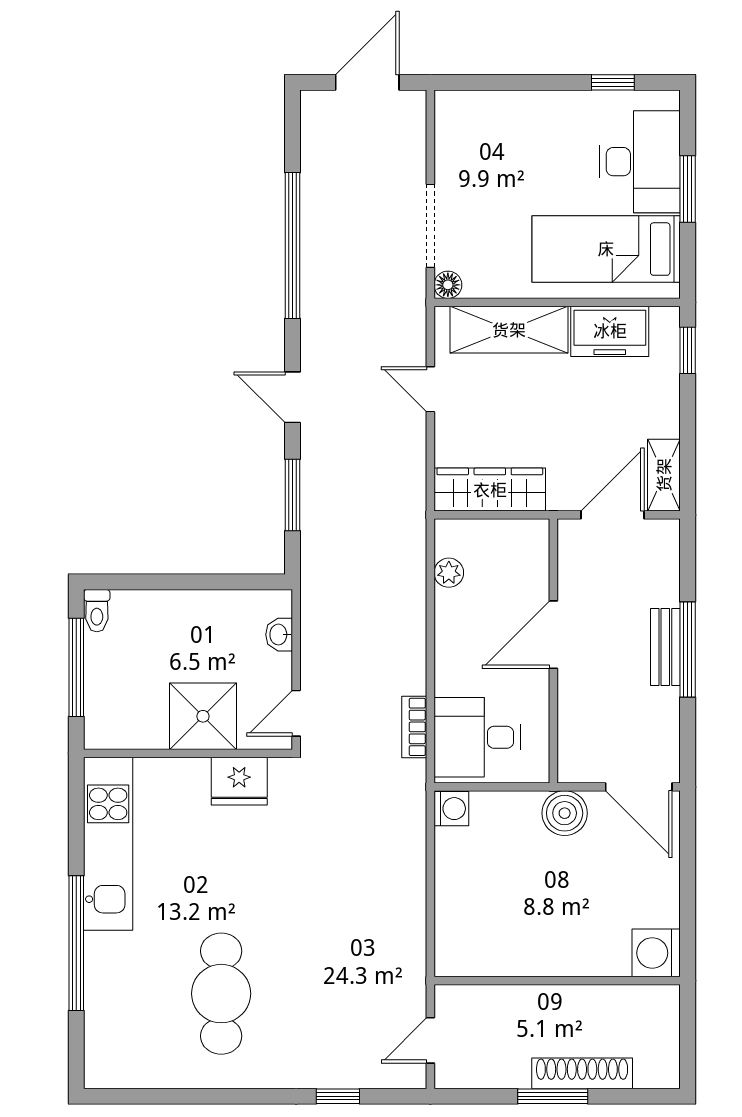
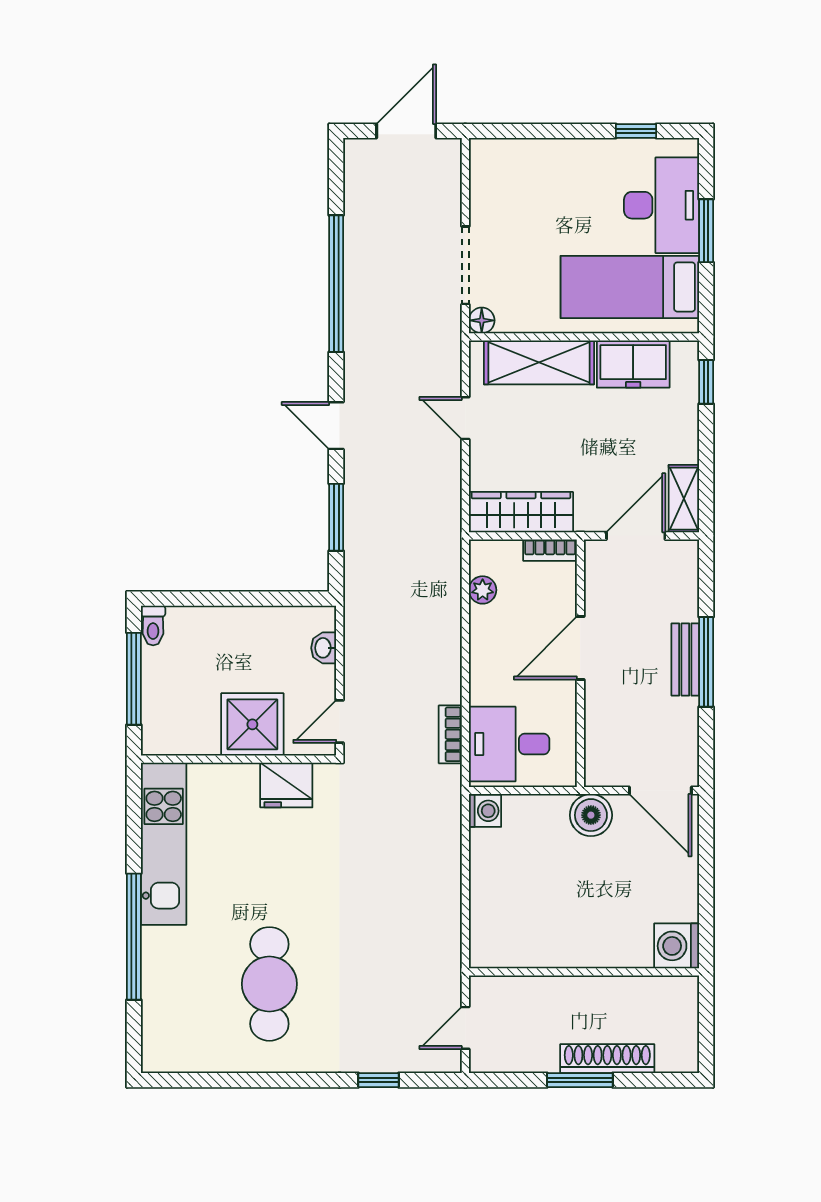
bookcase: (521, 530) -> (550, 550), added

